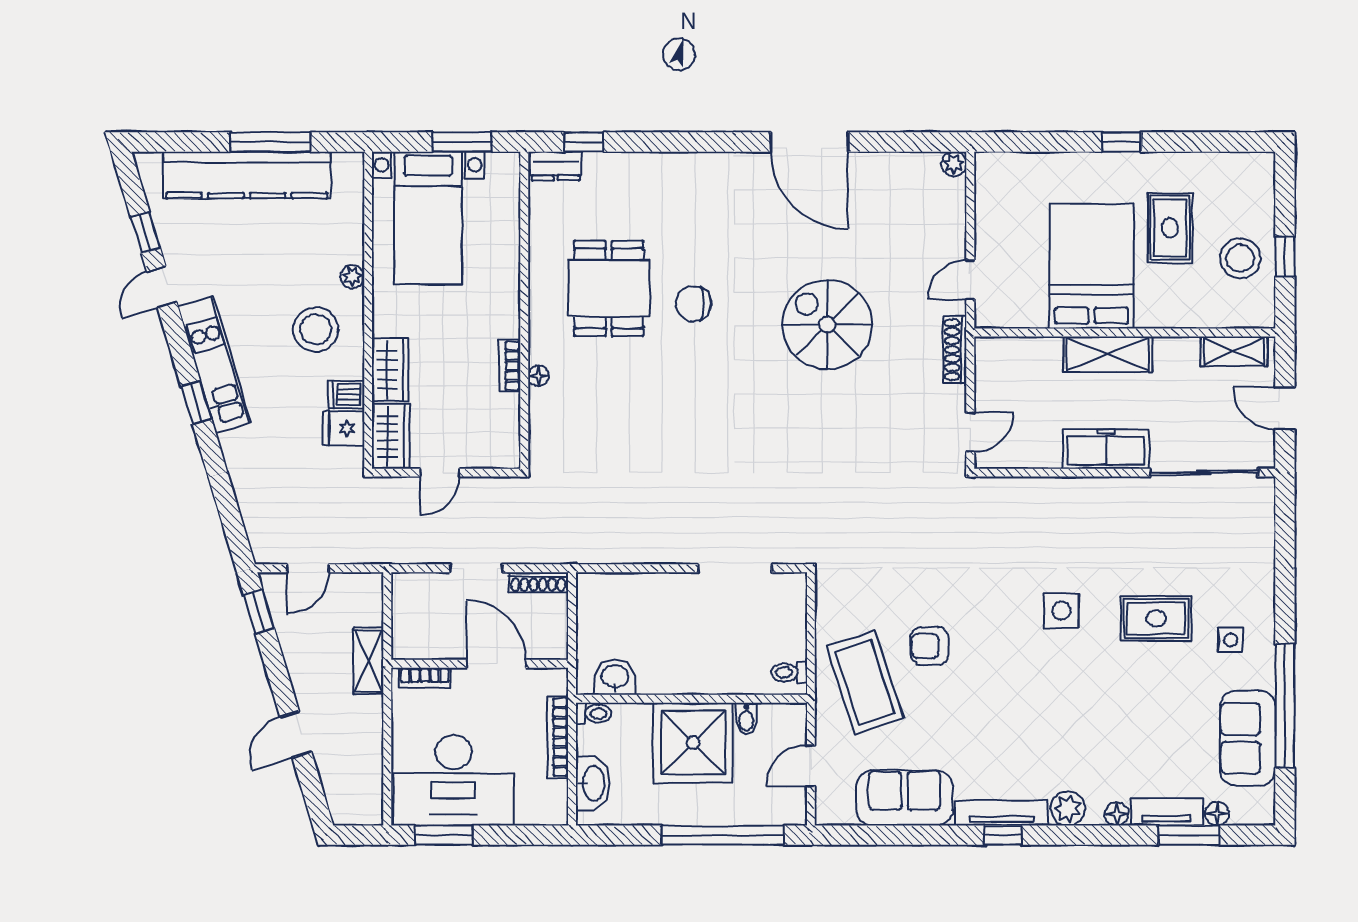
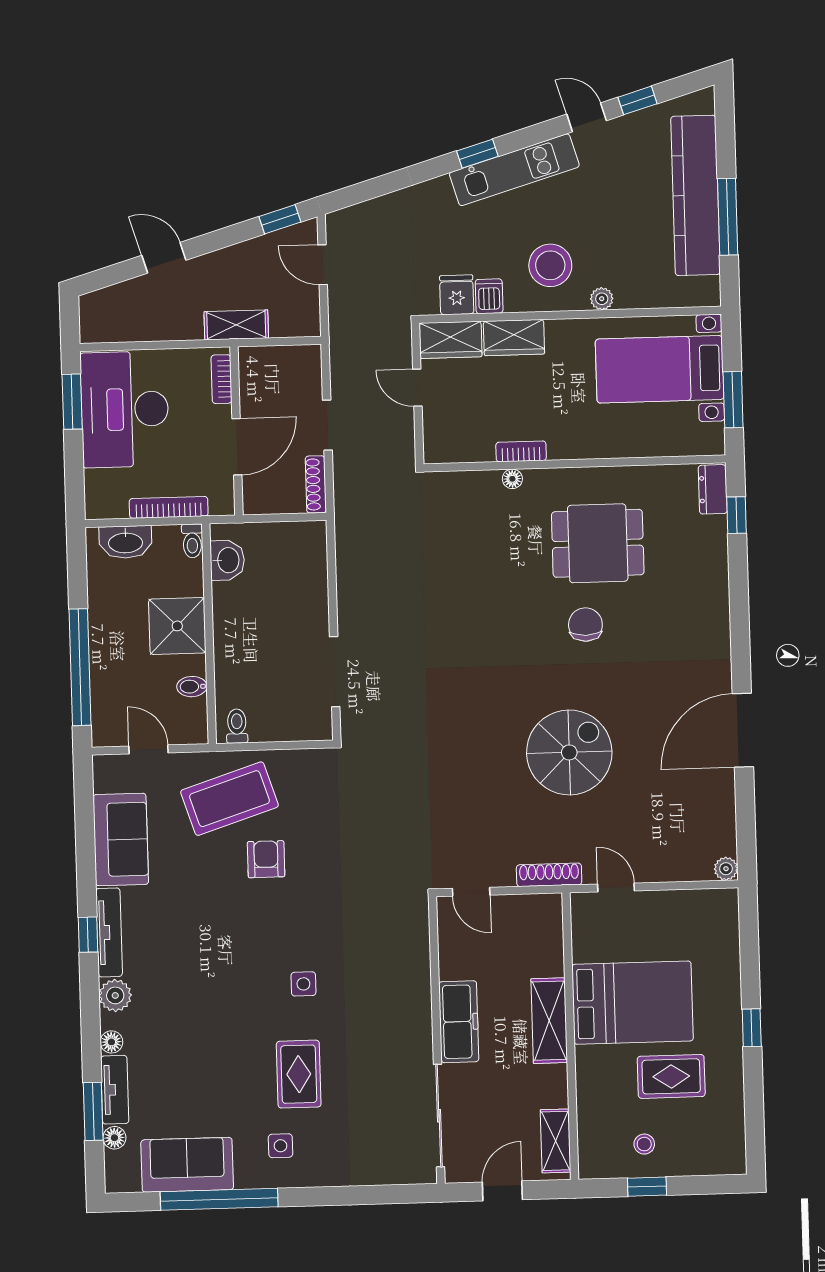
stool: (1240, 258) -> (644, 1144), width x0.53, depth x0.53
side table: (1062, 611) -> (303, 984), width x0.73, depth x0.73
shower: (693, 743) -> (177, 626), width x0.73, depth x0.73

